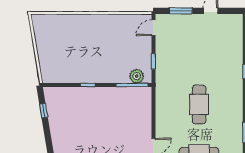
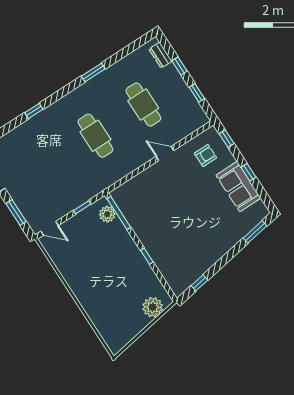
plant: (48, 65) -> (153, 307), added
cafe table: (199, 105) -> (95, 136), turned 90

